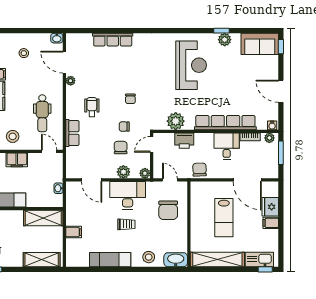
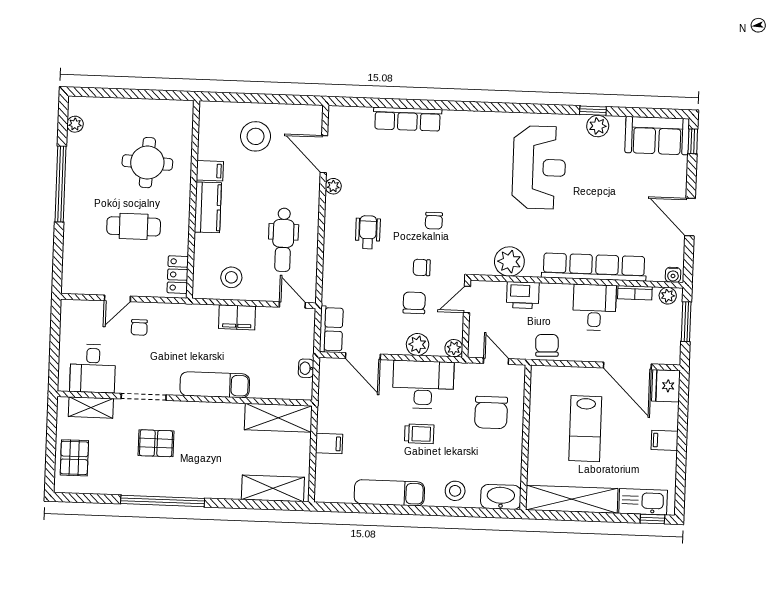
washbasin: (57, 38) -> (313, 113), removed
stool: (24, 53) -> (256, 136), width x1.89, depth x1.89
row of seats: (72, 133) -> (331, 329), moved
fridge: (270, 207) -> (666, 386), moved

